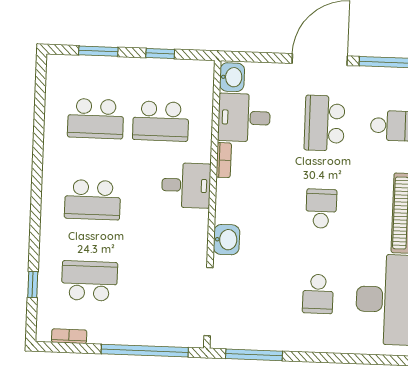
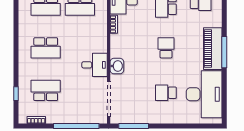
desk: (186, 185) -> (95, 65), moved
school desk: (318, 294) -> (166, 93), turned 90

